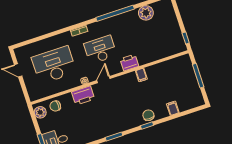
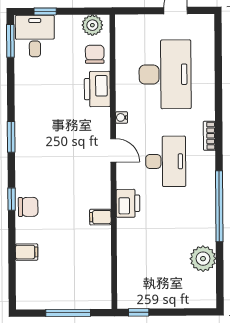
printer: (83, 95) -> (97, 89), moved

